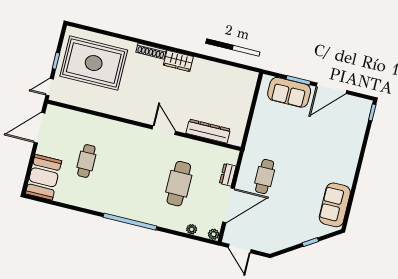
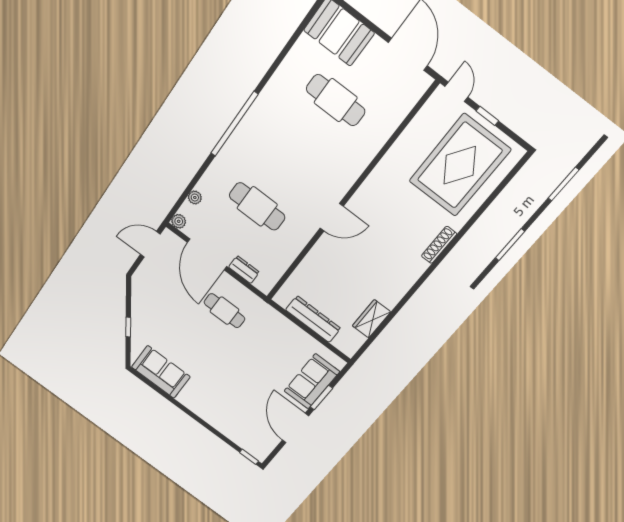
wardrobe: (178, 61) -> (371, 319), moved
dresser: (208, 131) -> (313, 319), moved, turned -90
cafe table: (86, 161) -> (336, 100), width x1.37, depth x1.35

